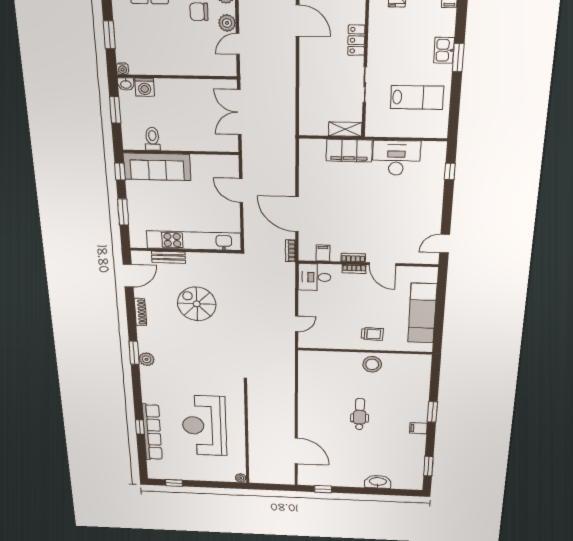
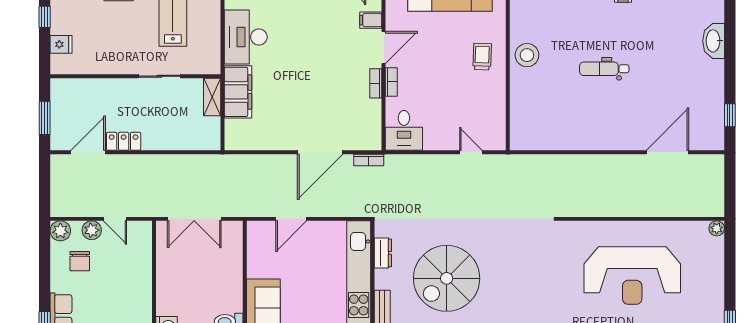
locker: (356, 40) -> (124, 141), moved, turned 180
filing cabinet: (323, 253) -> (371, 20), moved
dresser: (215, 259) -> (383, 253), added
spiral stairs: (197, 304) -> (447, 278), width x1.37, depth x1.37

